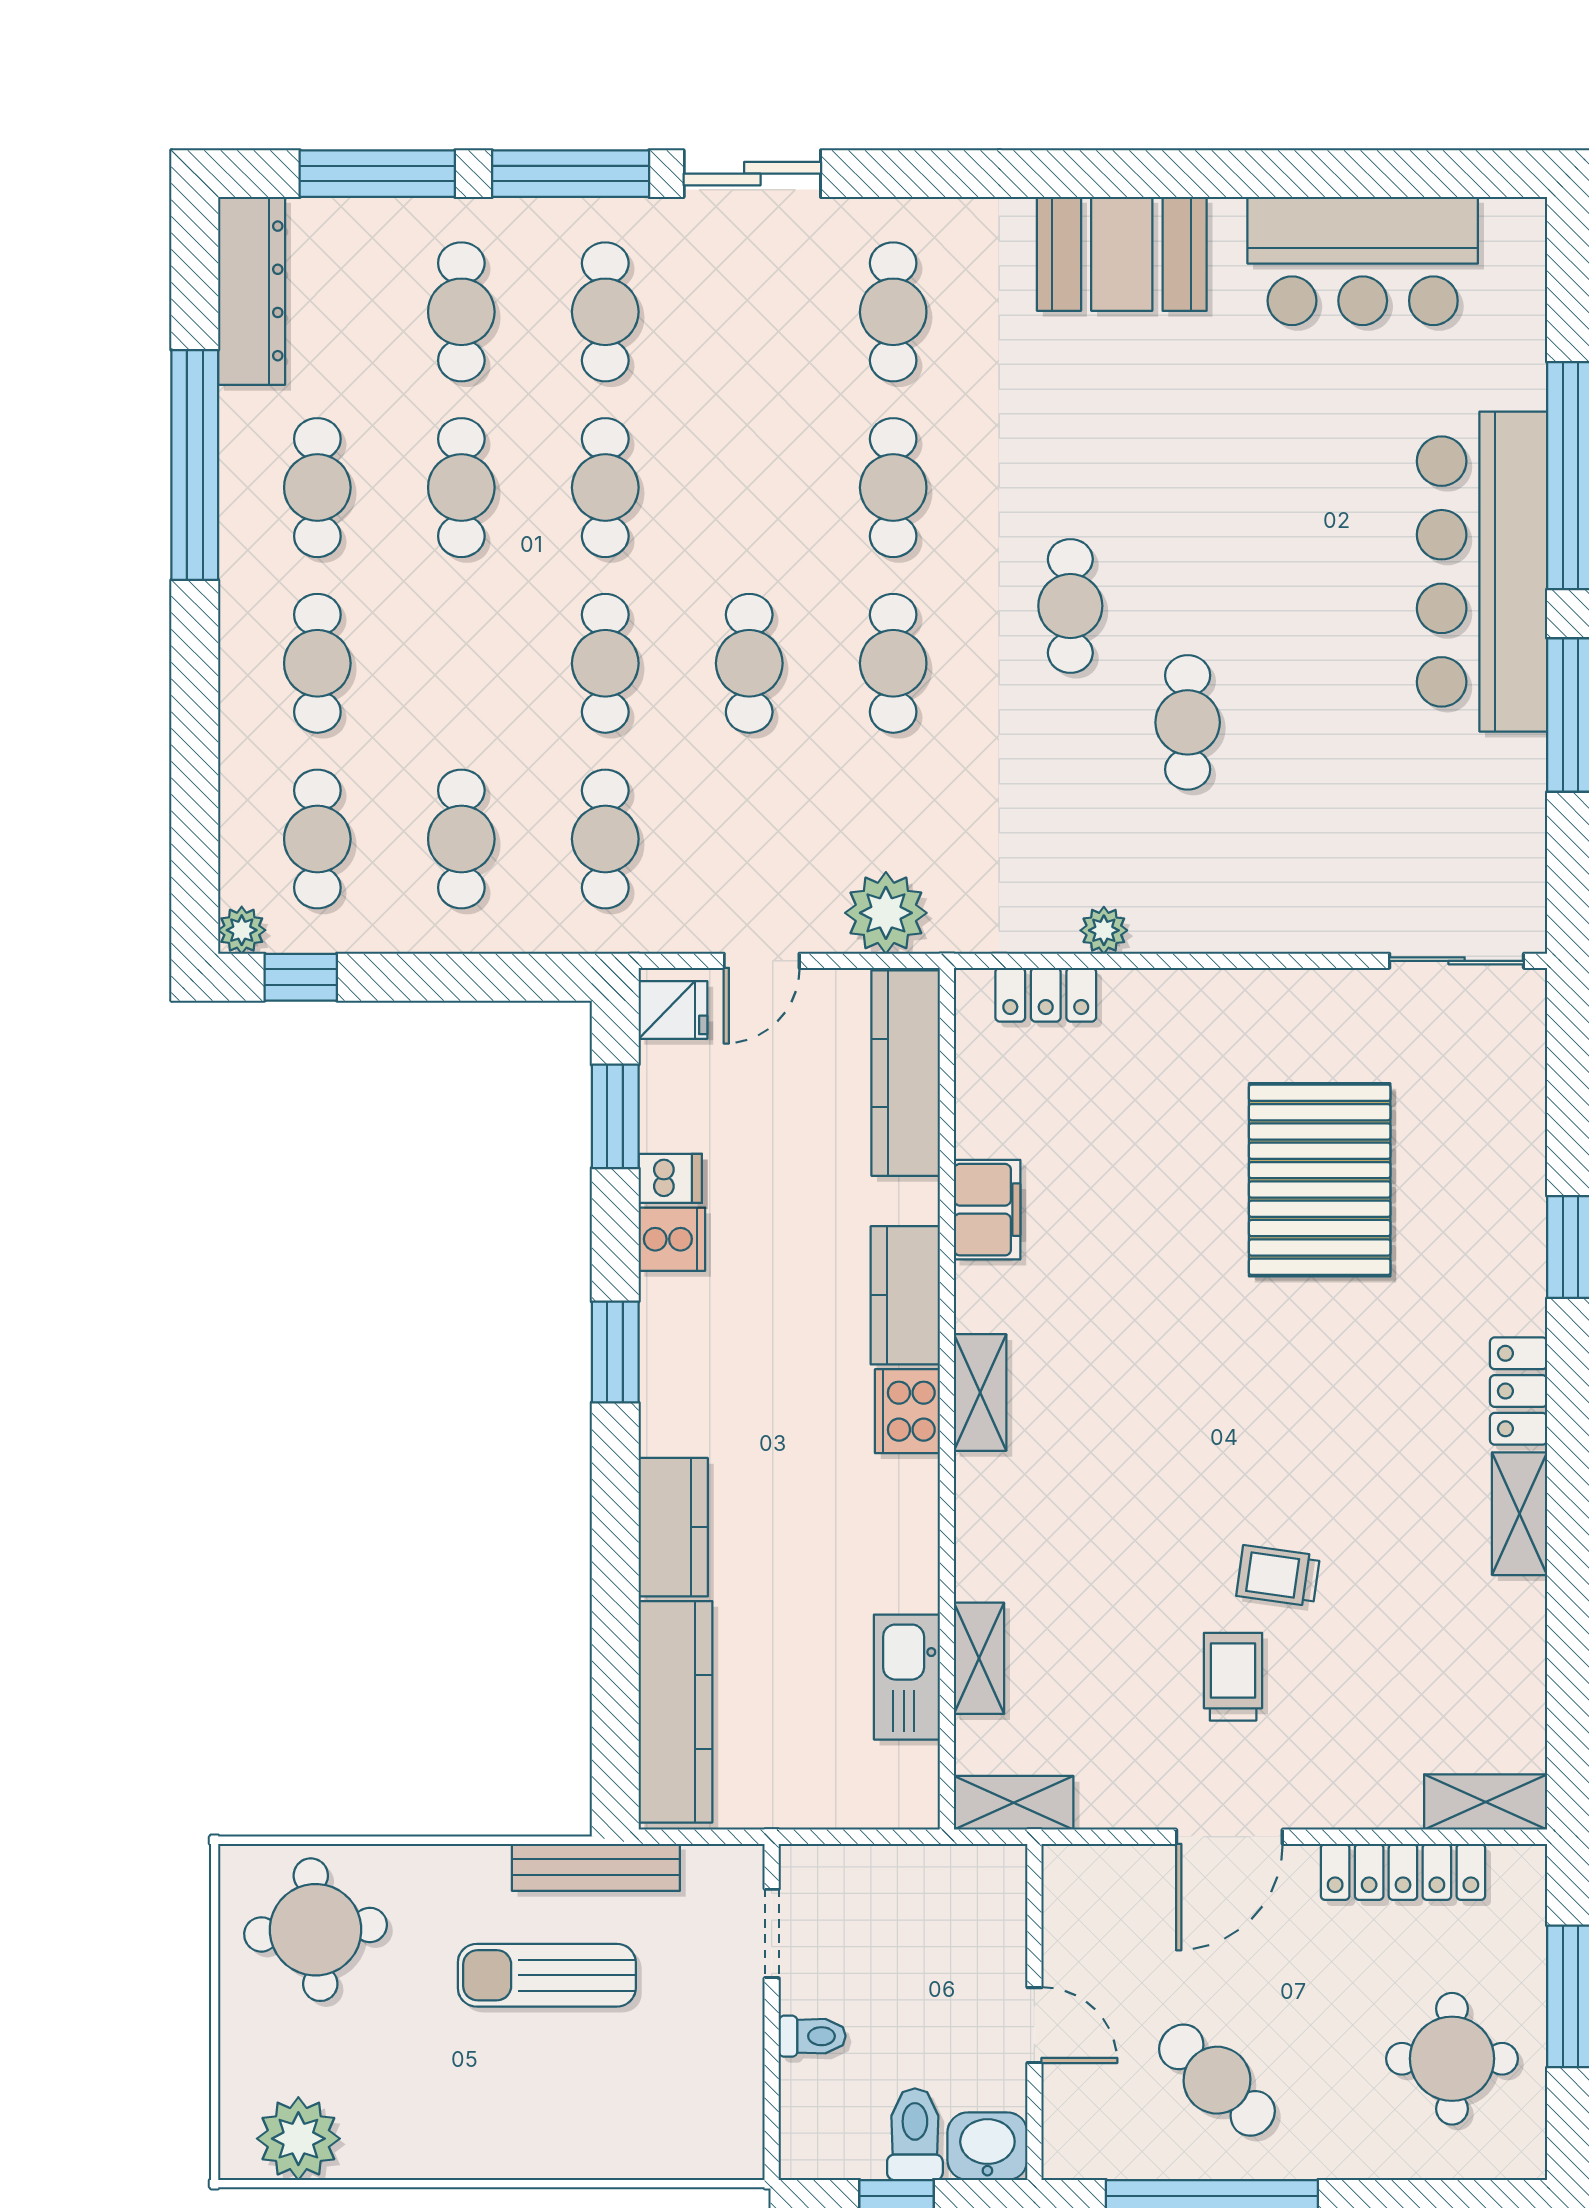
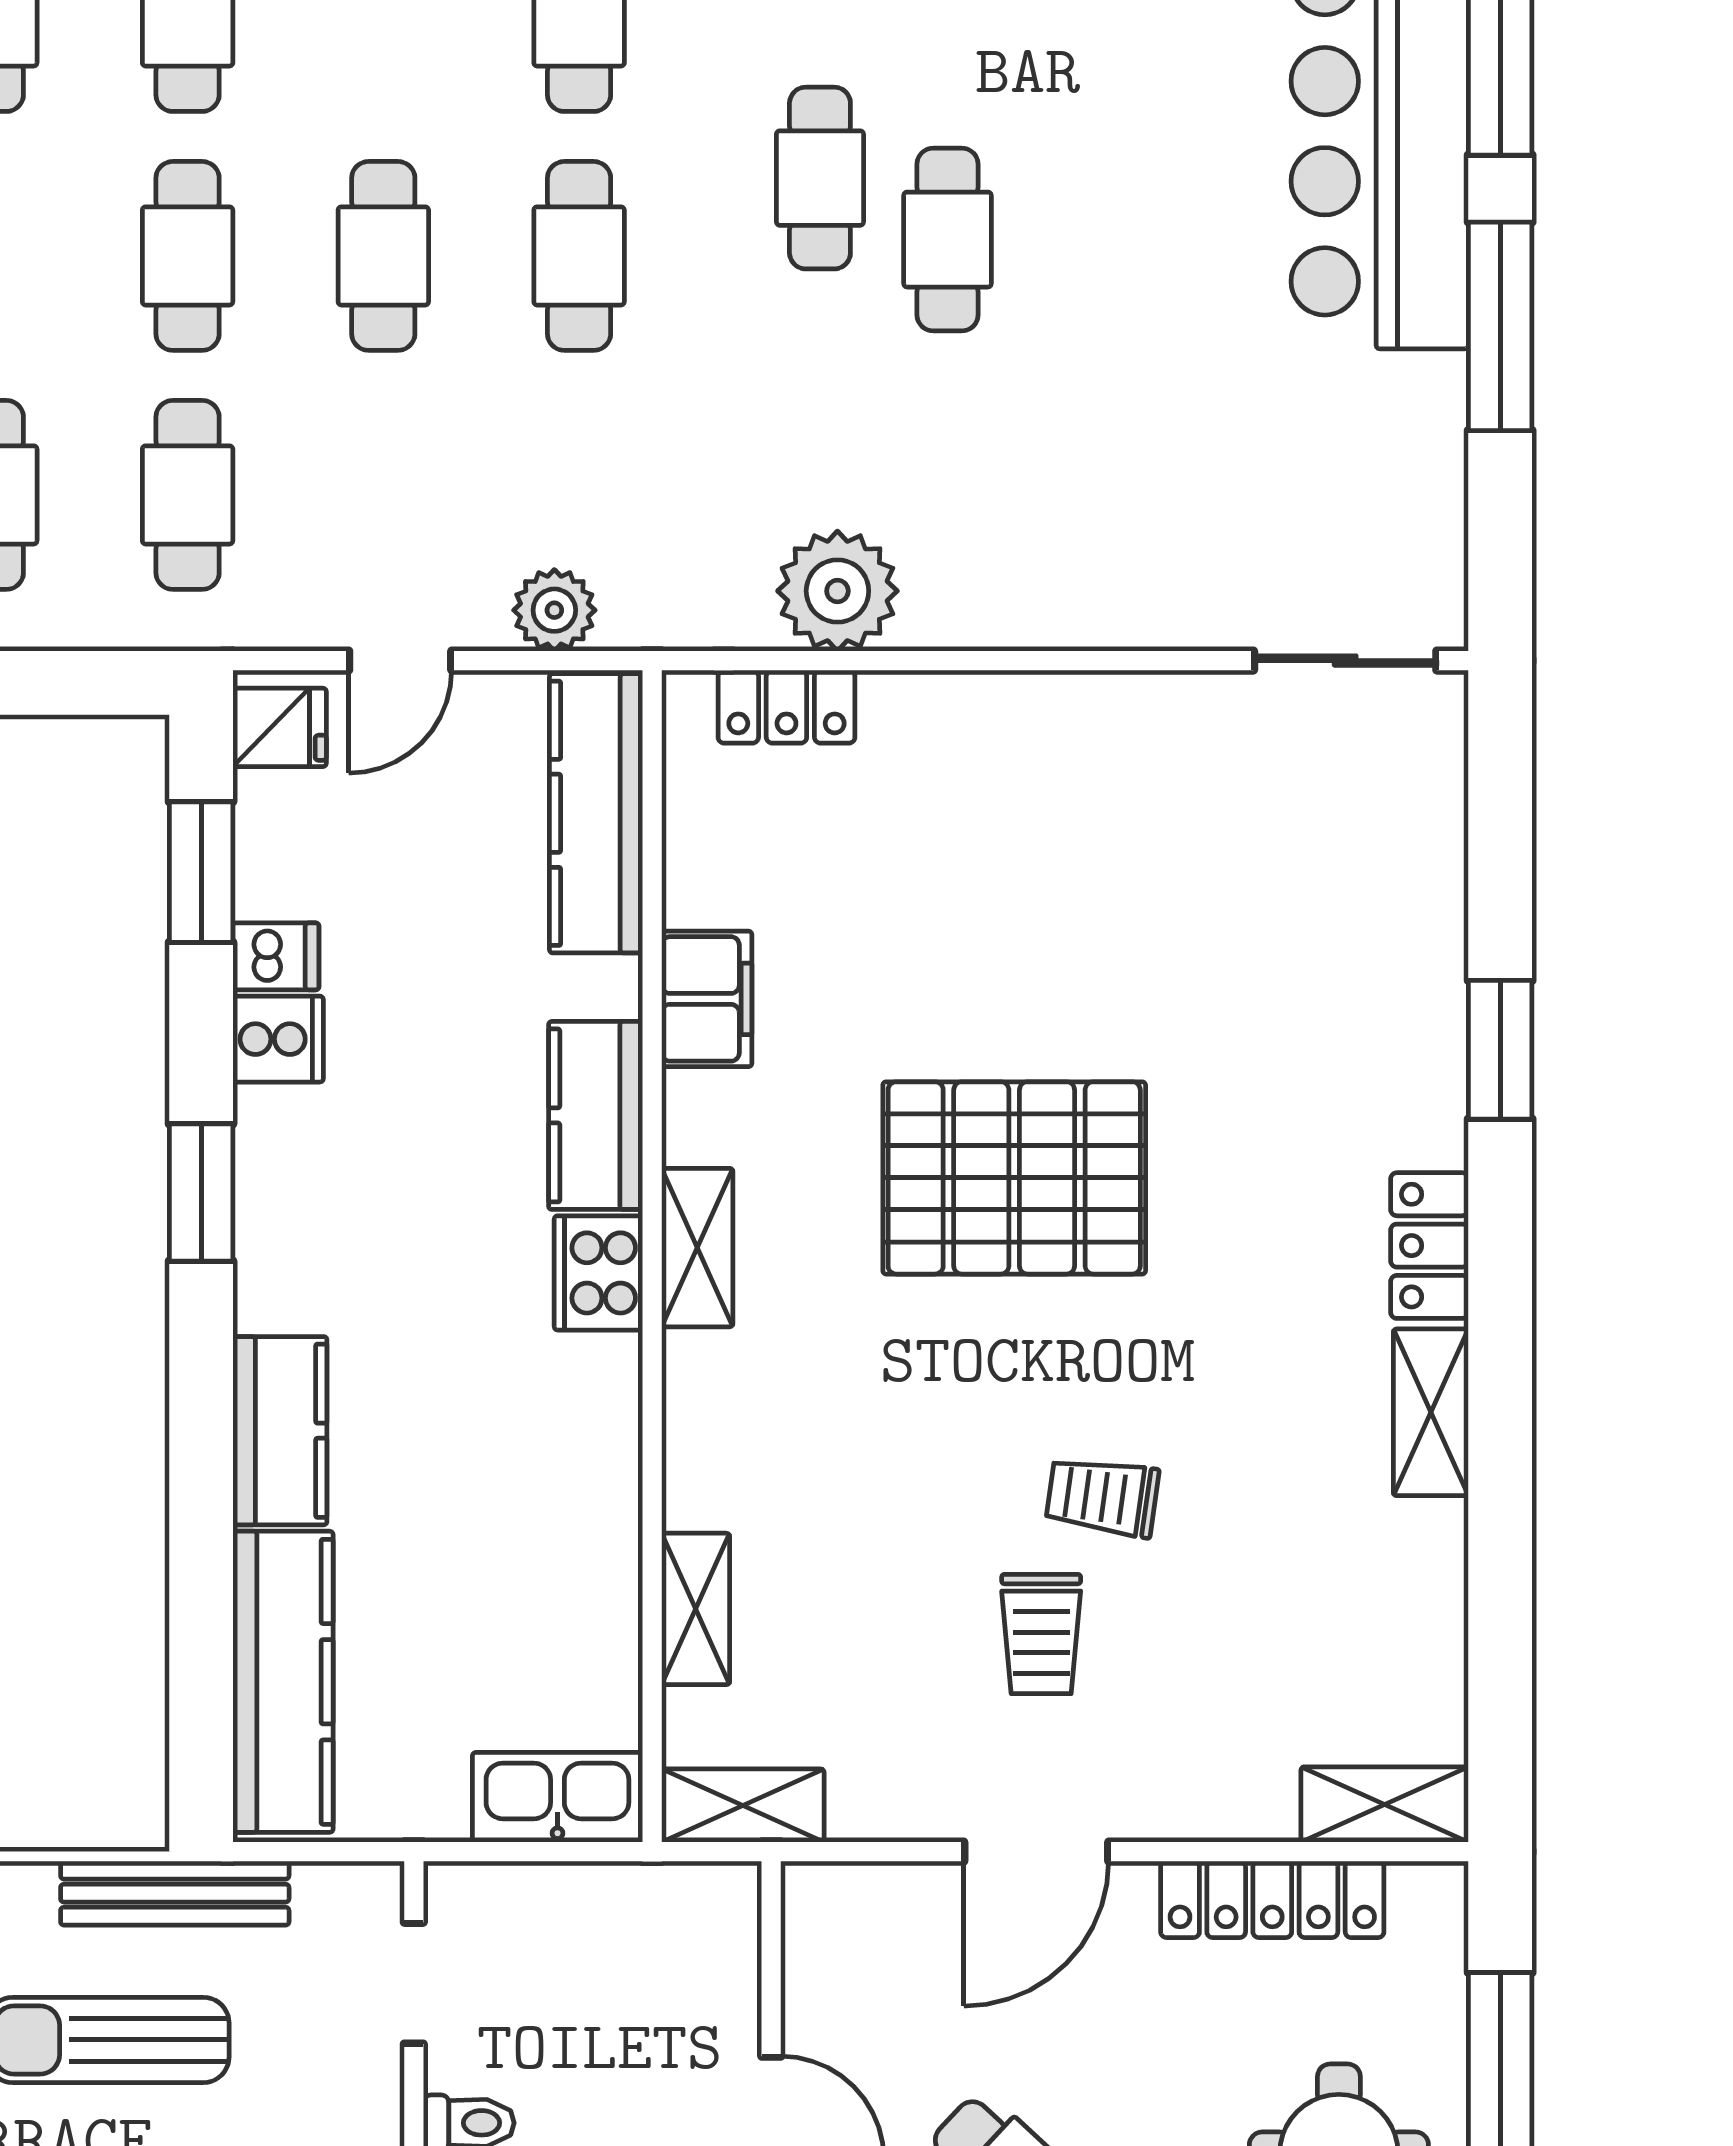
cafe table: (1188, 722) -> (948, 240), moved
plant: (886, 913) -> (554, 610), width x0.73, depth x0.73
plant: (1104, 930) -> (837, 591), width x1.87, depth x1.87
pallet: (1320, 1180) -> (1014, 1178), moved, turned 90
kitchen sink: (907, 1677) -> (557, 1797), moved, turned 90
trolley: (1233, 1677) -> (1041, 1634), turned 180

